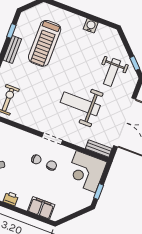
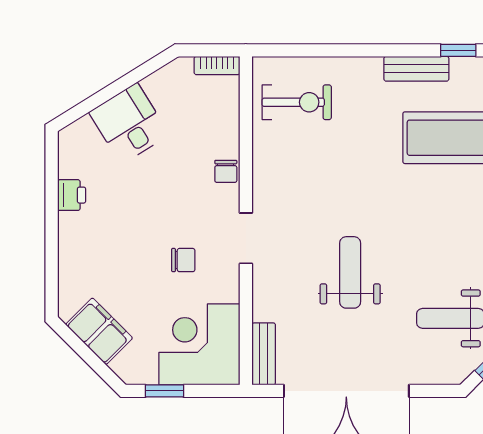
weight bench: (80, 104) -> (350, 272), width x0.73, depth x0.75
chair: (36, 159) -> (226, 171), moved
filing cabinet: (41, 208) -> (99, 331), moved, turned -45

